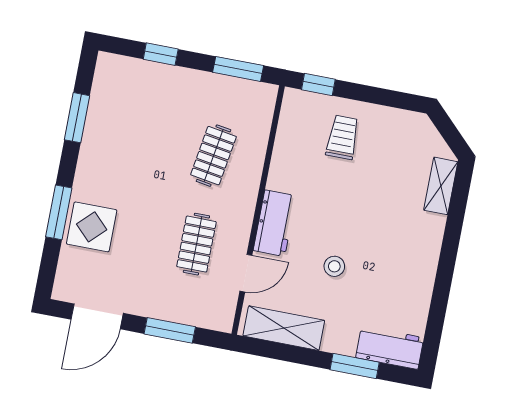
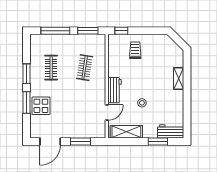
window: (161, 54) -> (55, 31), width x2.17
window: (77, 118) -> (27, 74), moved
shelving: (441, 186) -> (179, 78), moved
clothes rail: (196, 244) -> (51, 68), moved

